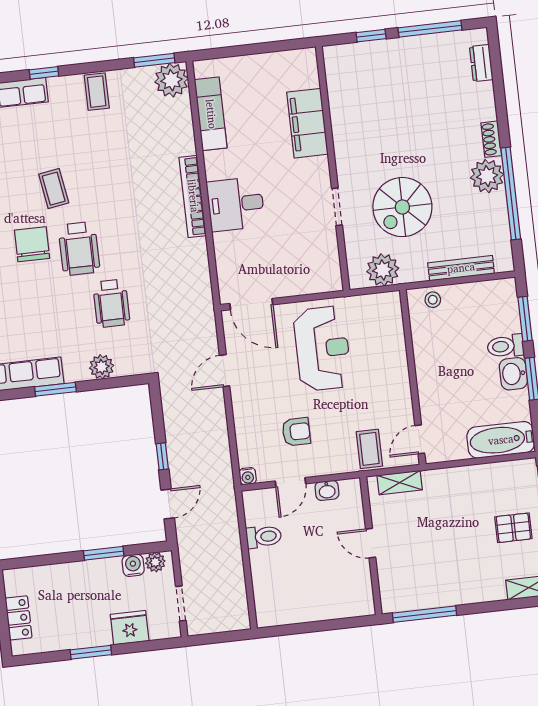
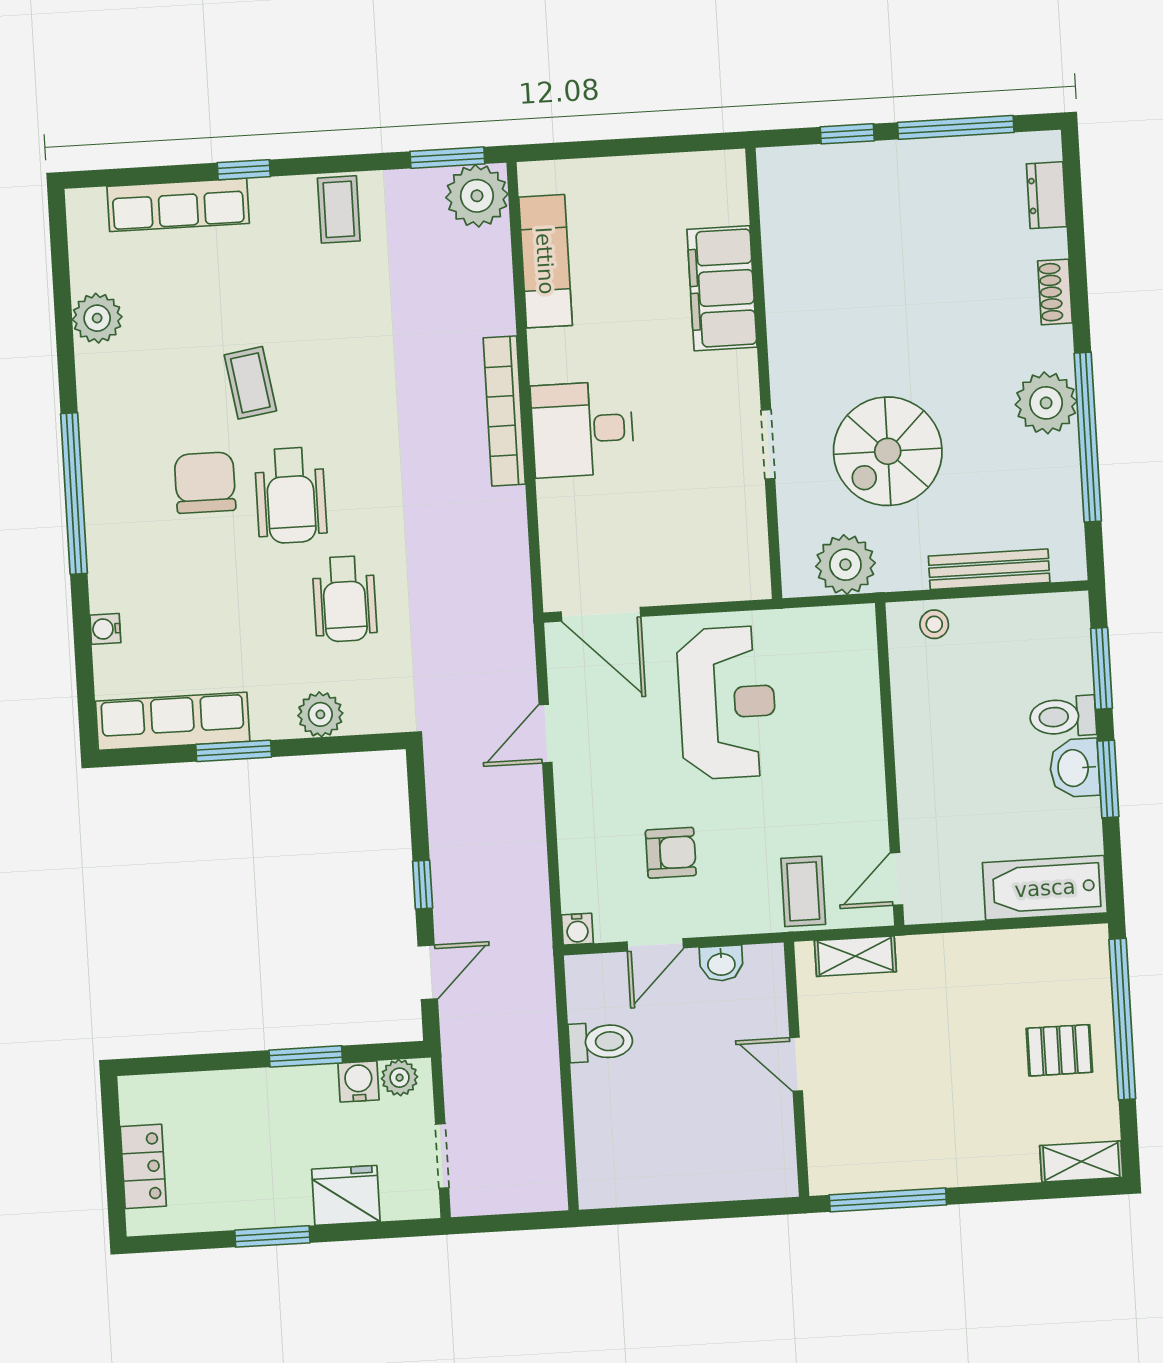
shoe rack: (491, 139) -> (1055, 292), moved

